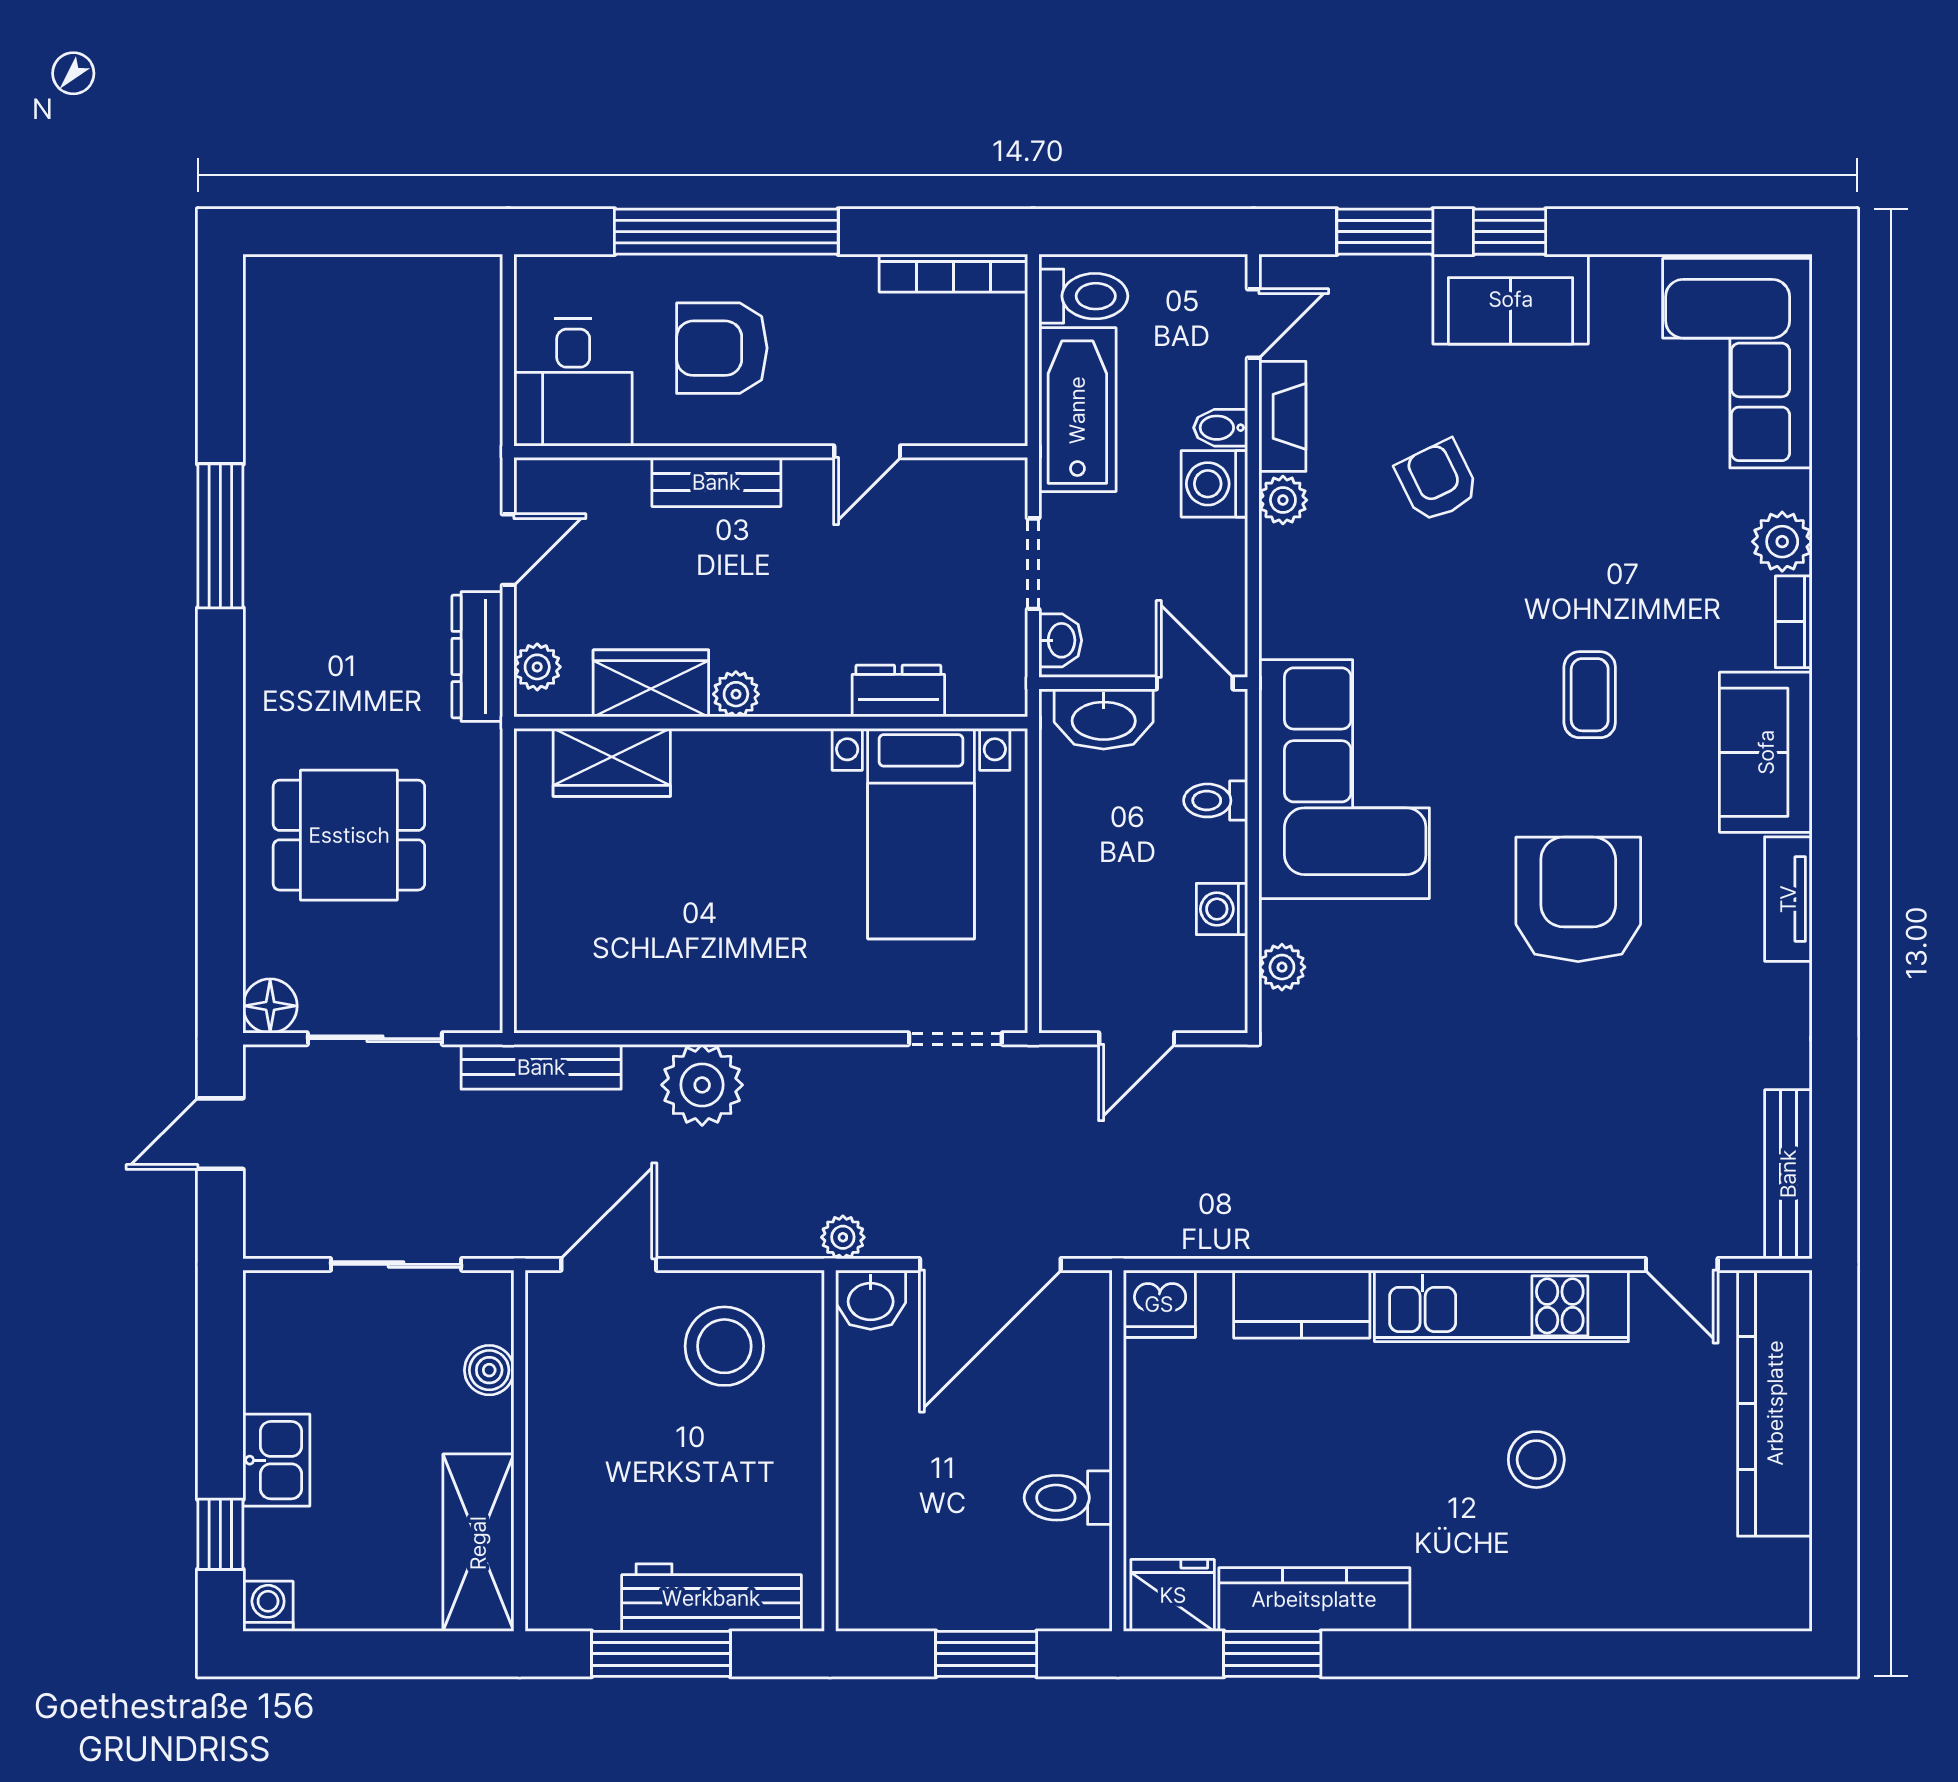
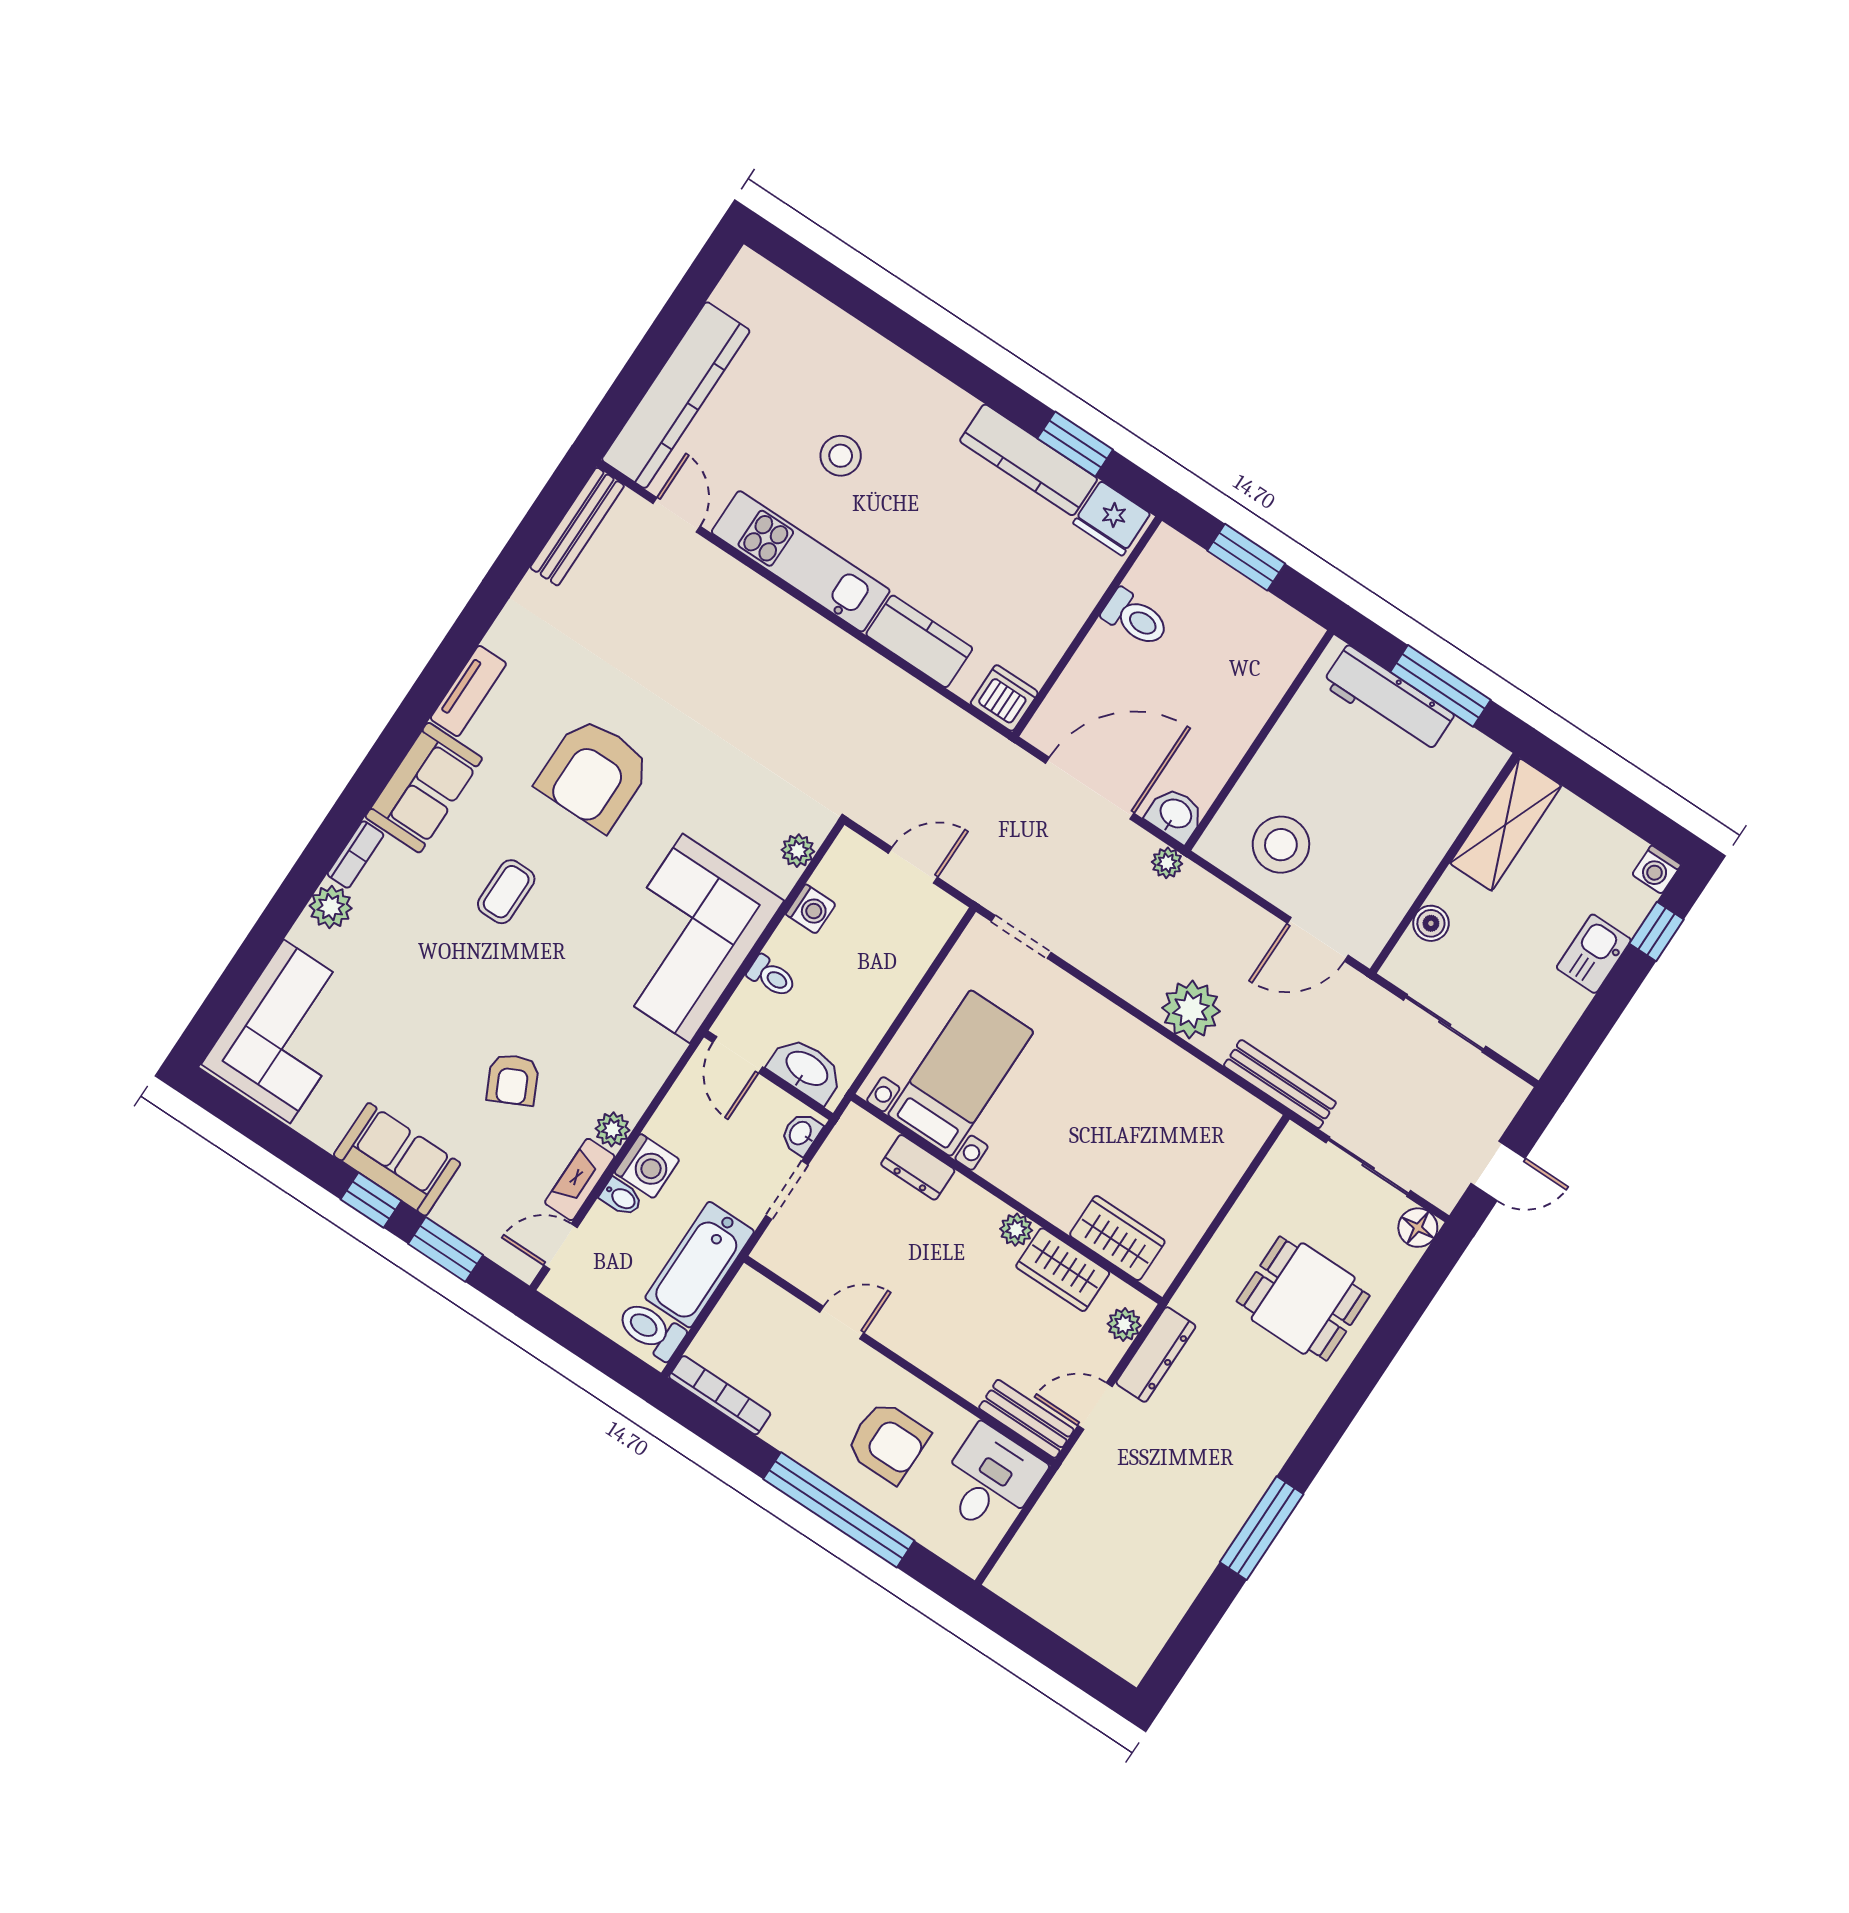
bench: (716, 482) -> (1026, 1419), moved

